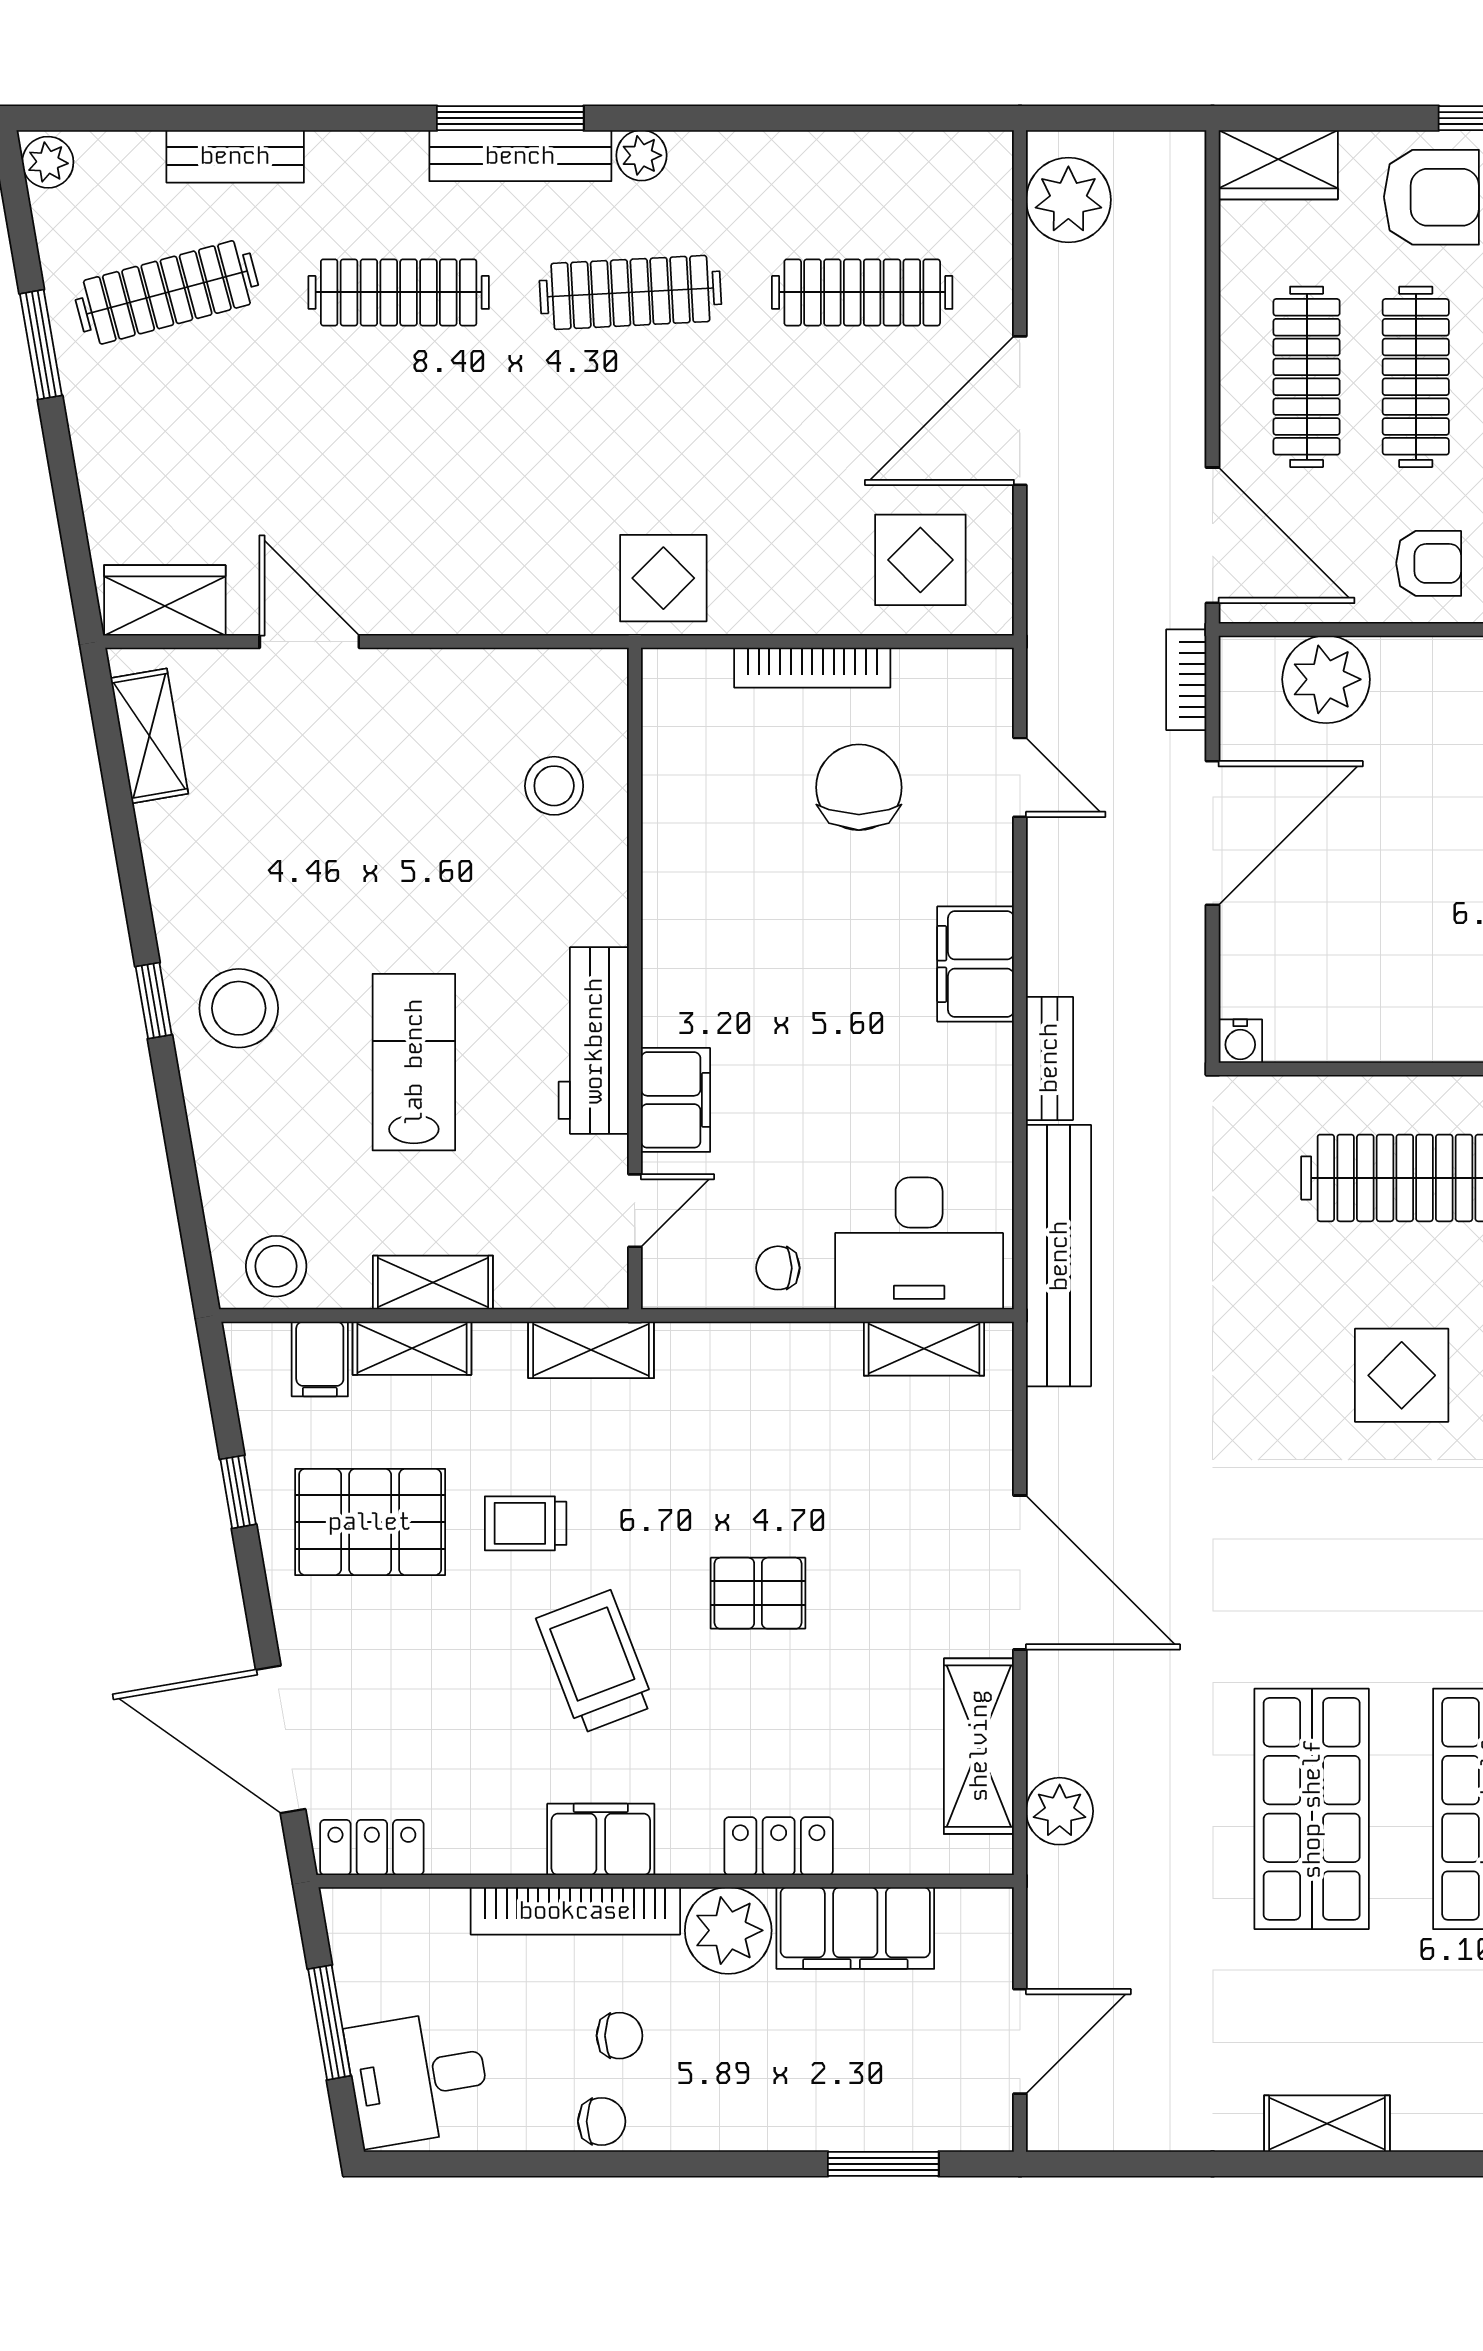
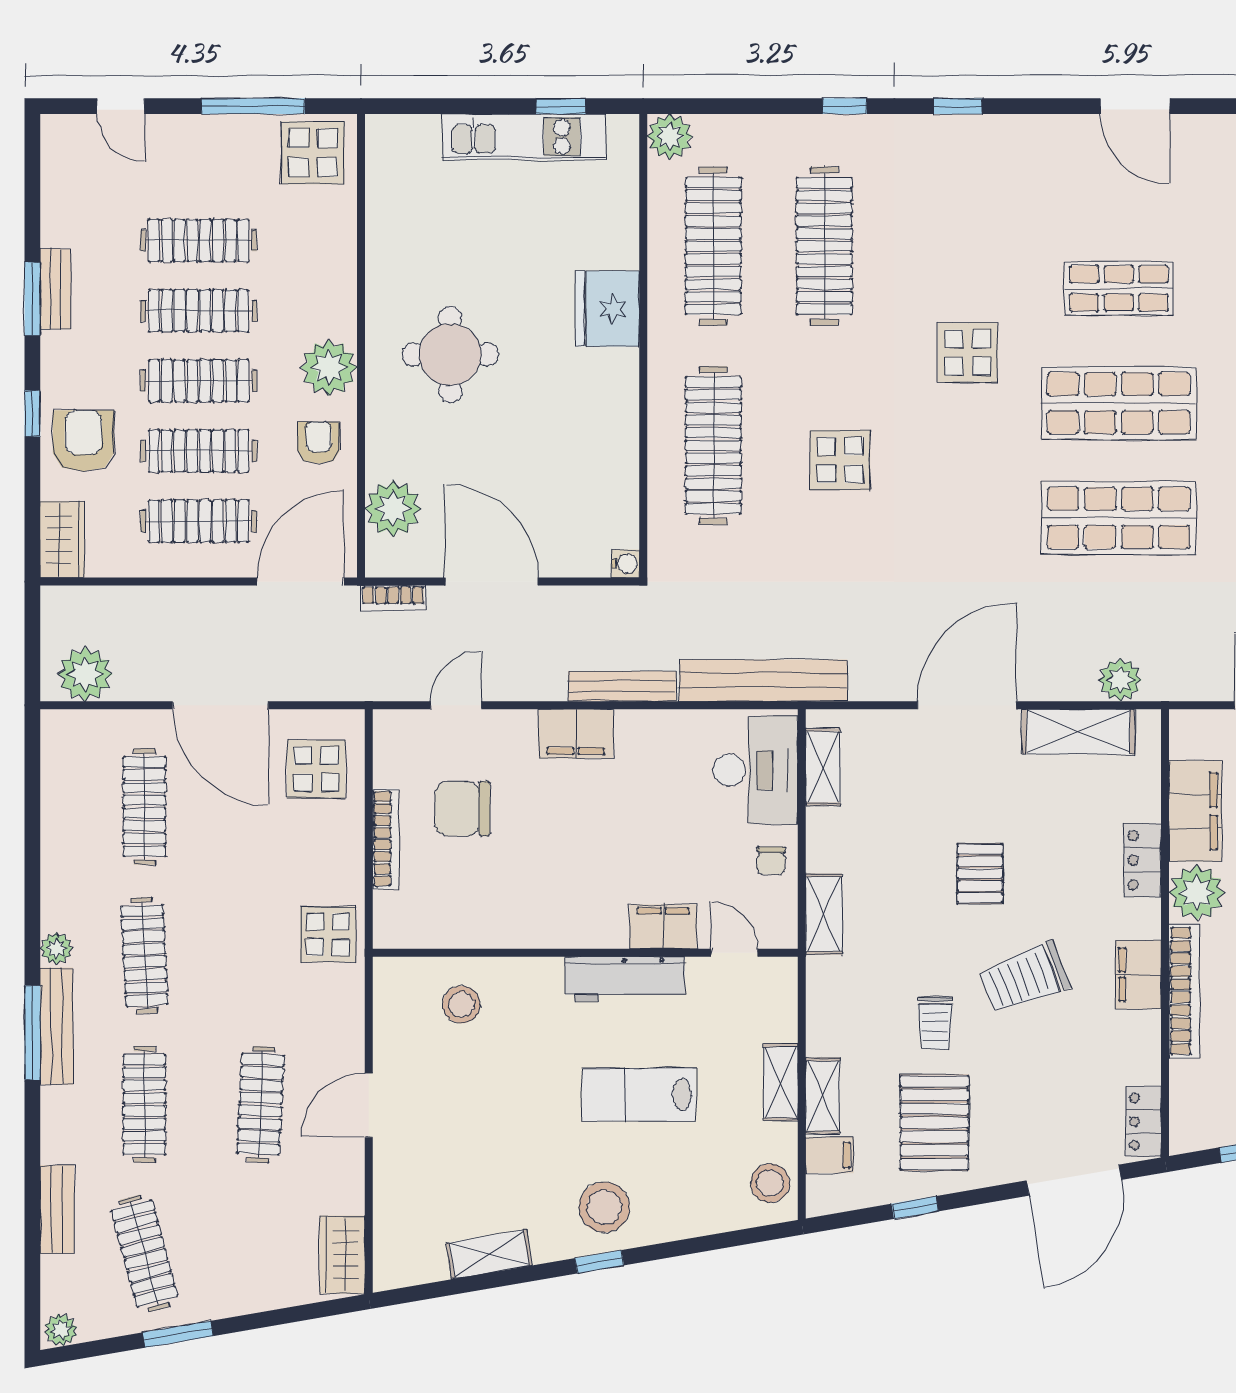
clothes rail: (399, 473) -> (261, 1104), added
door: (309, 642) -> (369, 1105), moved
shelving: (149, 736) -> (489, 1254), moved
bench: (1049, 1058) -> (622, 686), width x1.36
shelving: (591, 1350) -> (824, 914), moved

